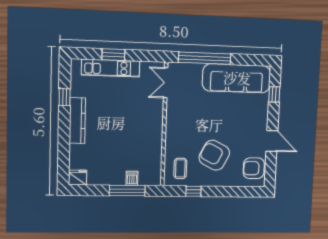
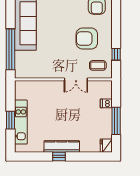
double door: (166, 83) -> (76, 79), moved
window: (65, 97) -> (59, 156), moved
armchair: (214, 155) -> (87, 39), turned 63
window: (127, 191) -> (116, 121), moved

